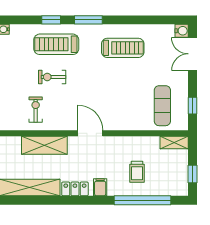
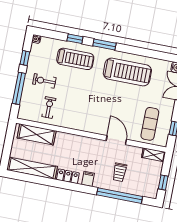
treadmill: (56, 44) -> (75, 59), turned 180
treadmill: (123, 48) -> (127, 72), width x1.37, depth x1.38
exercise bike: (52, 77) -> (44, 81), moved
door: (90, 133) -> (116, 140), moved
shelving: (44, 145) -> (37, 134), moved

